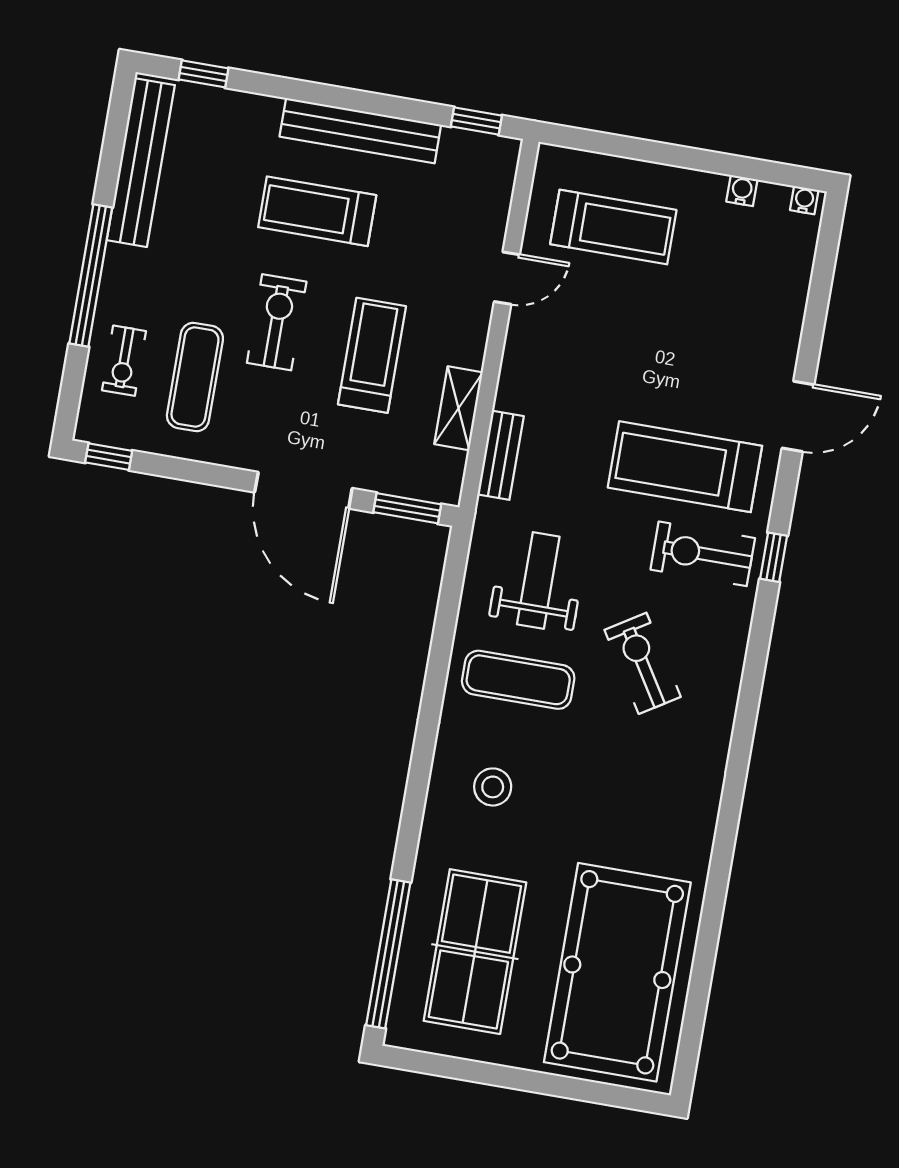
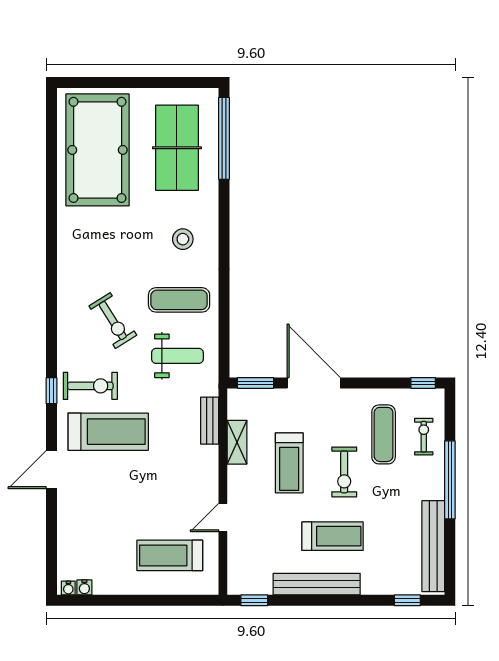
water cooler: (742, 191) -> (84, 587), moved
weight bench: (538, 581) -> (177, 356), turned -90

